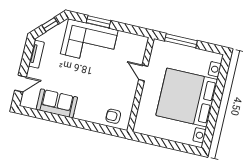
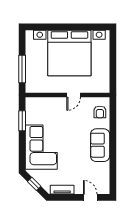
window: (99, 22) -> (22, 121), moved
door: (143, 73) -> (74, 95), moved
sofa: (57, 103) -> (100, 145), moved

